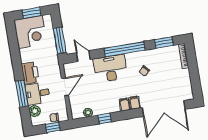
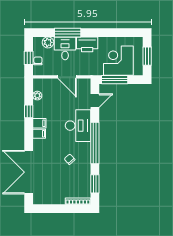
corner desk: (30, 32) -> (118, 61), moved, turned 90
filing cabinet: (135, 103) -> (39, 123), moved

